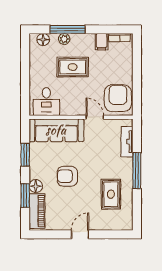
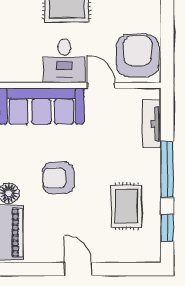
desk: (46, 102) -> (64, 61), moved
window: (137, 208) -> (167, 228), added
door: (80, 234) -> (78, 269), hinge flipped

